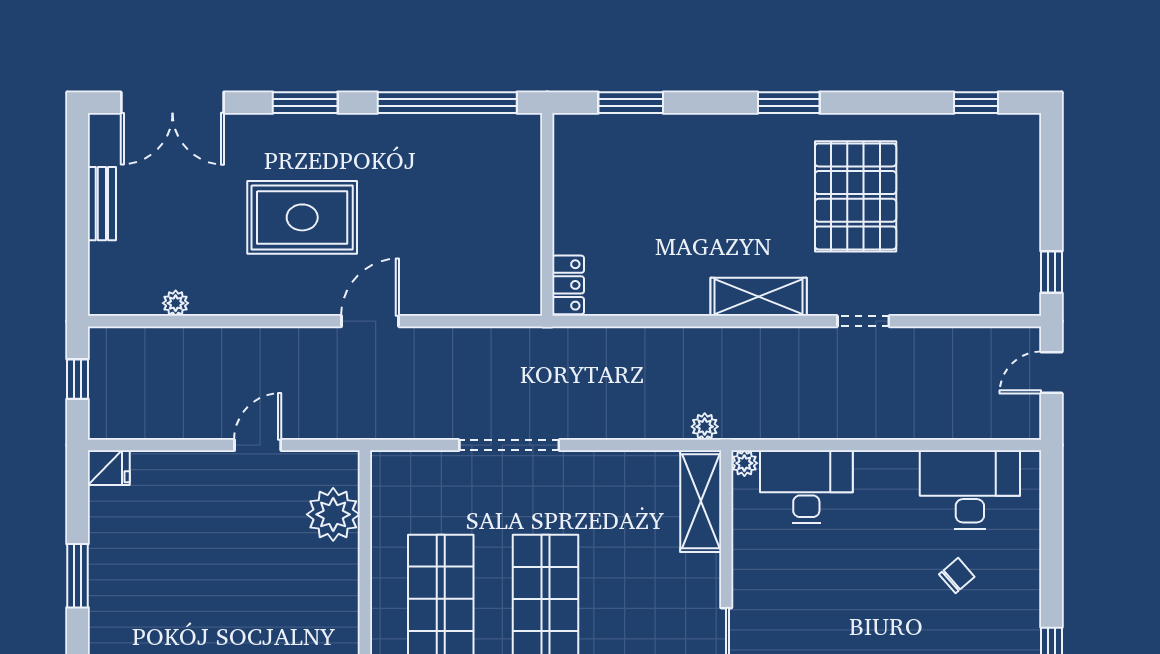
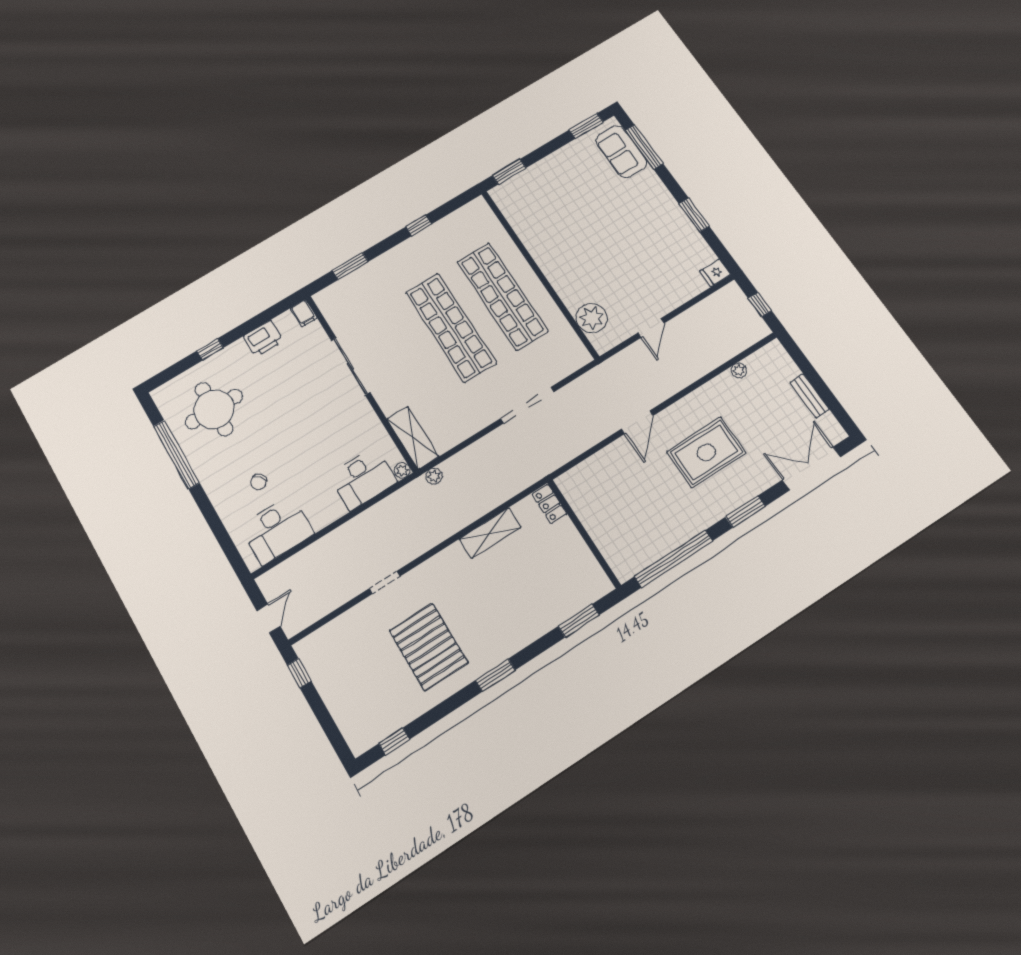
shelving: (759, 297) -> (490, 533), moved

